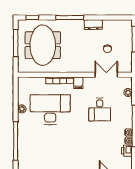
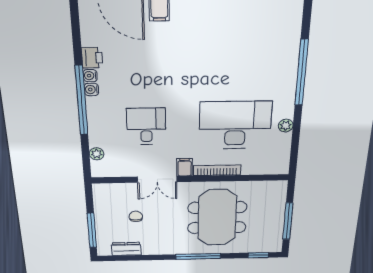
dresser: (93, 25) -> (126, 249), moved
meeting table: (43, 45) -> (217, 218), moved
double door: (106, 75) -> (157, 179), moved
desk: (50, 110) -> (235, 125), turned 180

